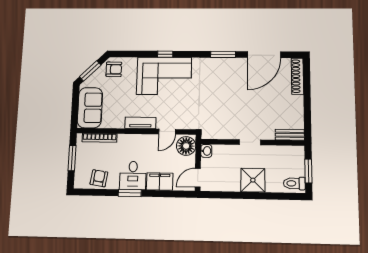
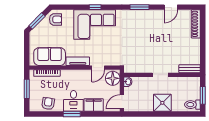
door: (264, 55) -> (171, 7), width x0.53
sofa: (90, 108) -> (50, 57), moved, turned -90

